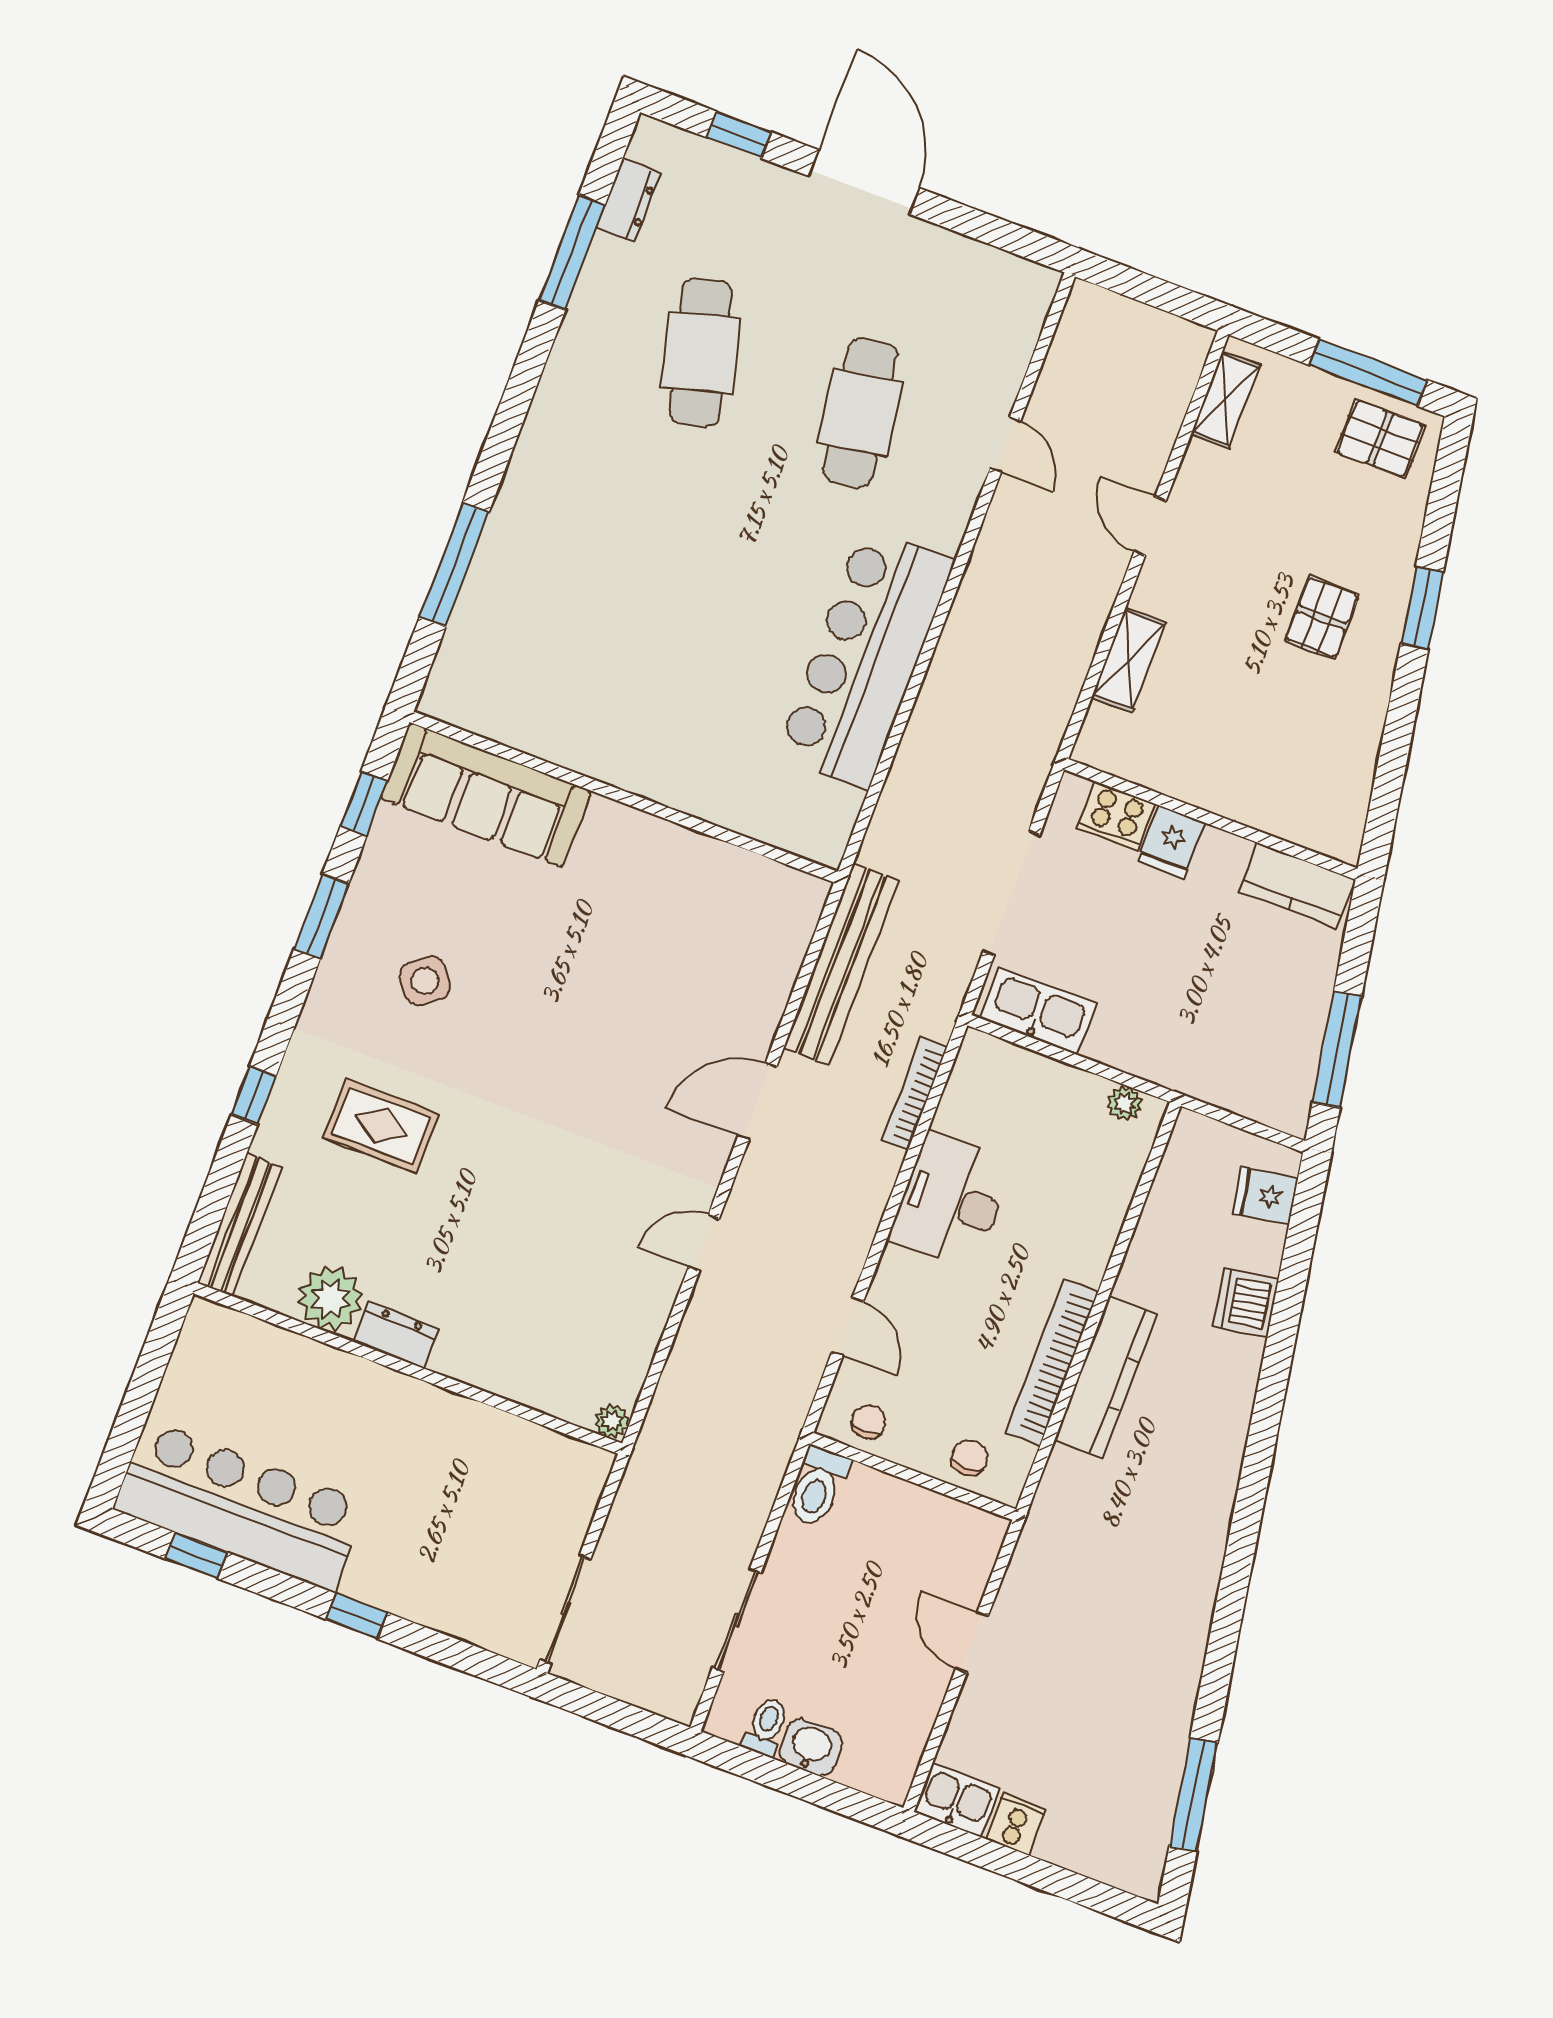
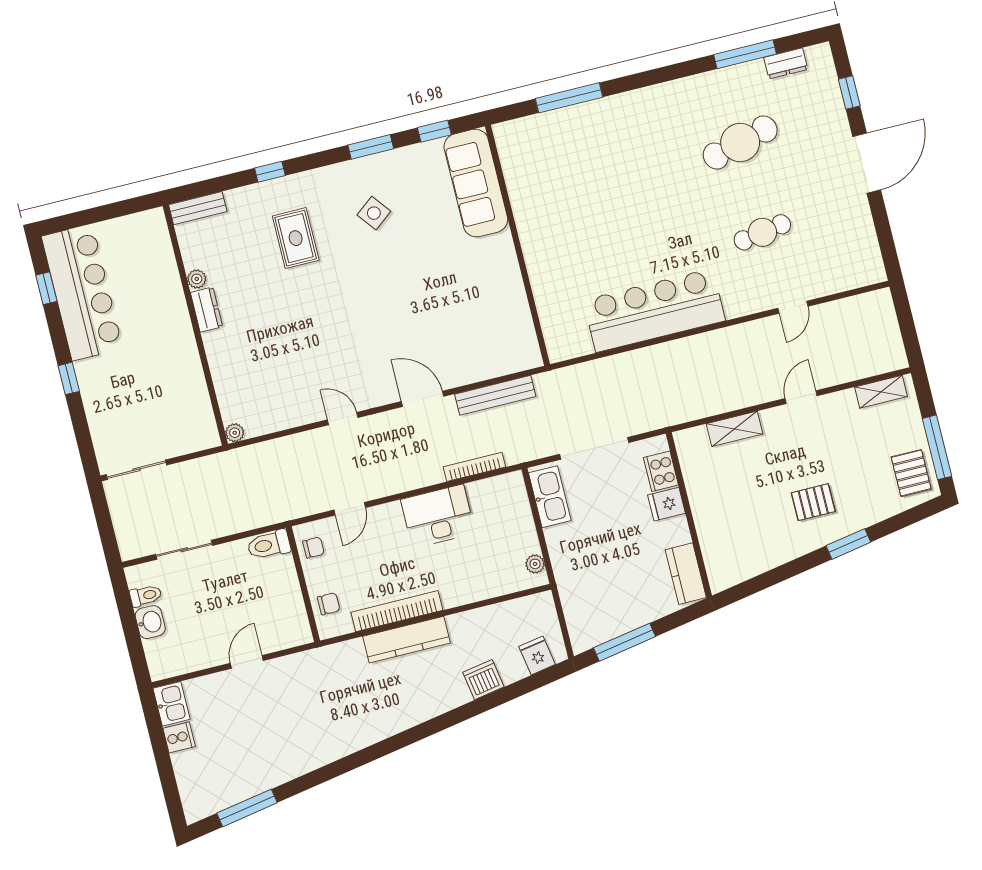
cafe table: (860, 413) -> (762, 232), width x0.73, depth x0.74
bench: (841, 964) -> (495, 395), width x0.73, depth x0.82
bench: (240, 1225) -> (198, 208), width x0.73
plant: (331, 1298) -> (197, 279), width x0.53, depth x0.53

